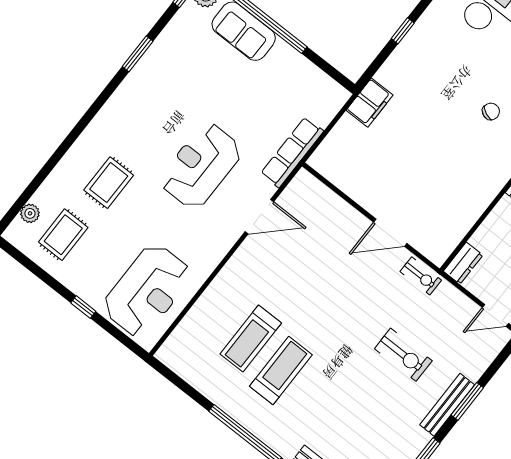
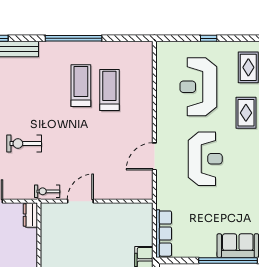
row of seats: (292, 152) -> (164, 234), moved
reception desk: (147, 291) -> (198, 87), moved
treadmill: (281, 371) -> (81, 86), turned 180

